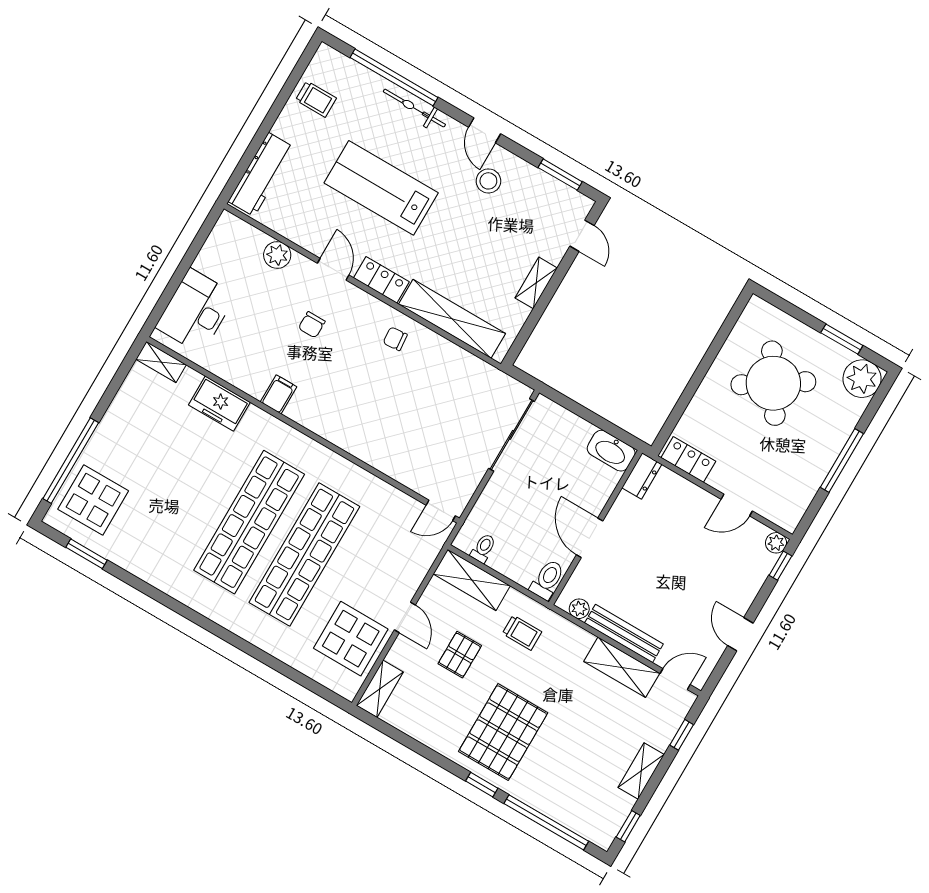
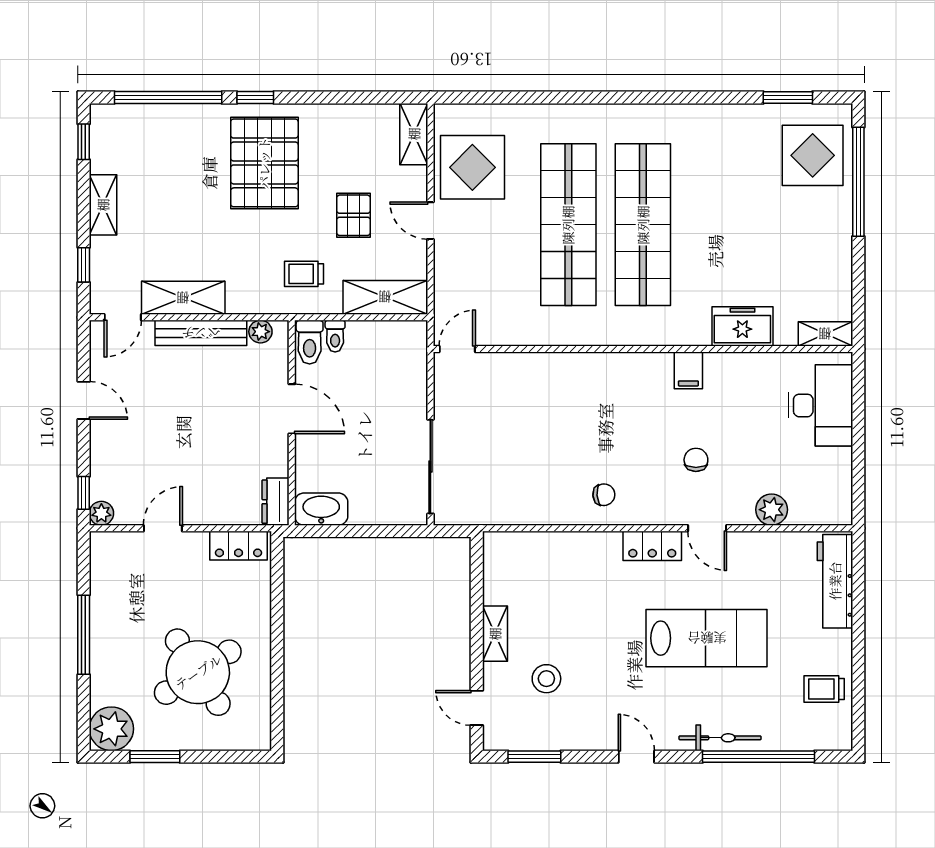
stool: (488, 181) -> (546, 679), moved
shelving: (452, 319) -> (558, 548), removed
toilet: (483, 548) -> (335, 336), moved

